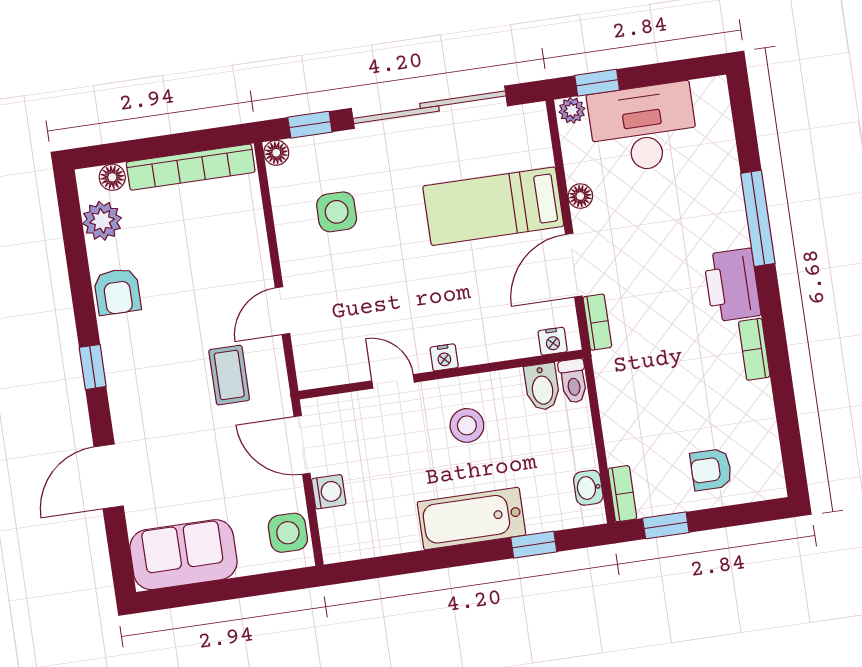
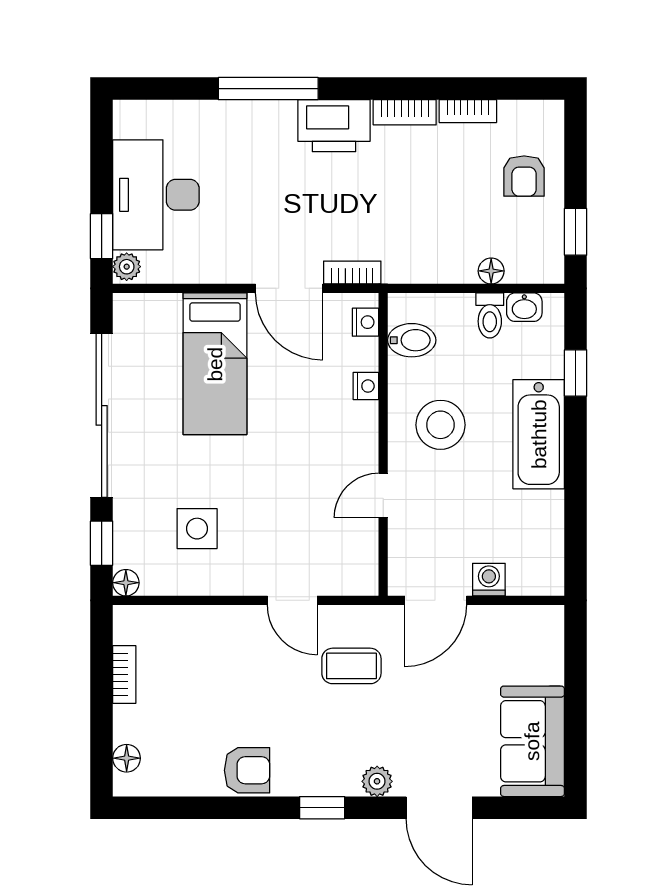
bookcase: (191, 167) -> (124, 674), width x0.43, depth x0.76
floor lamp: (580, 196) -> (491, 271), moved
plant: (102, 221) -> (377, 781), moved, width x0.73, depth x0.73
nightstand: (444, 357) -> (366, 386), moved
toilet: (573, 381) -> (490, 315), moved, turned 90
stool: (467, 425) -> (440, 425), width x1.38, depth x1.38
bookcase: (622, 494) -> (468, 111), moved, turned 180
side table: (288, 533) -> (526, 629), removed

